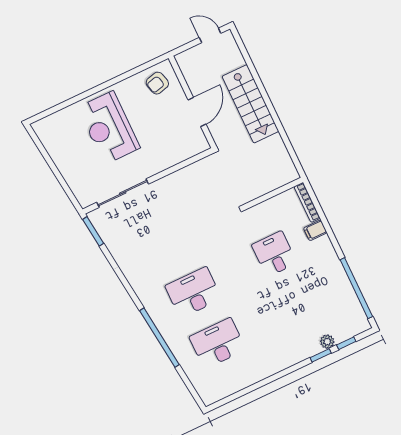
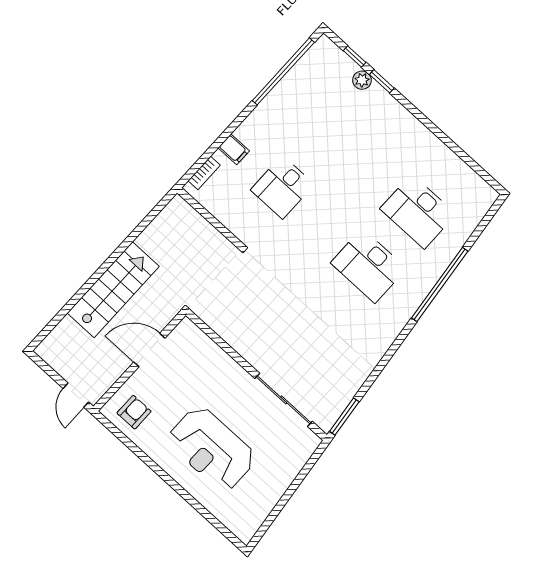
door: (210, 35) -> (76, 395), moved
armchair: (157, 83) -> (134, 412), turned -76
reception desk: (109, 128) -> (212, 449), turned 90
bookcase: (307, 202) -> (204, 173), width x0.64

